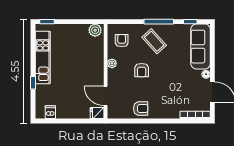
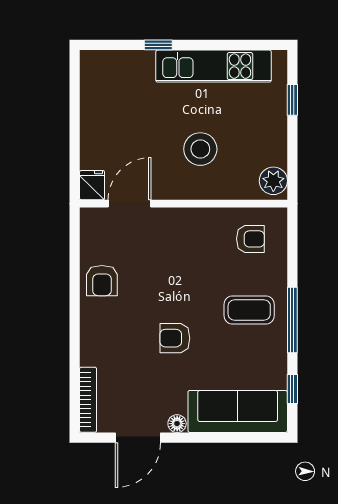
window: (47, 22) -> (292, 100), moved
coffee table: (154, 41) -> (249, 310), turned 42
plant: (112, 63) -> (201, 218), removed
stool: (81, 64) -> (200, 149), added
armchair: (142, 70) -> (175, 338), moved
dishwasher: (50, 112) -> (94, 83), removed

